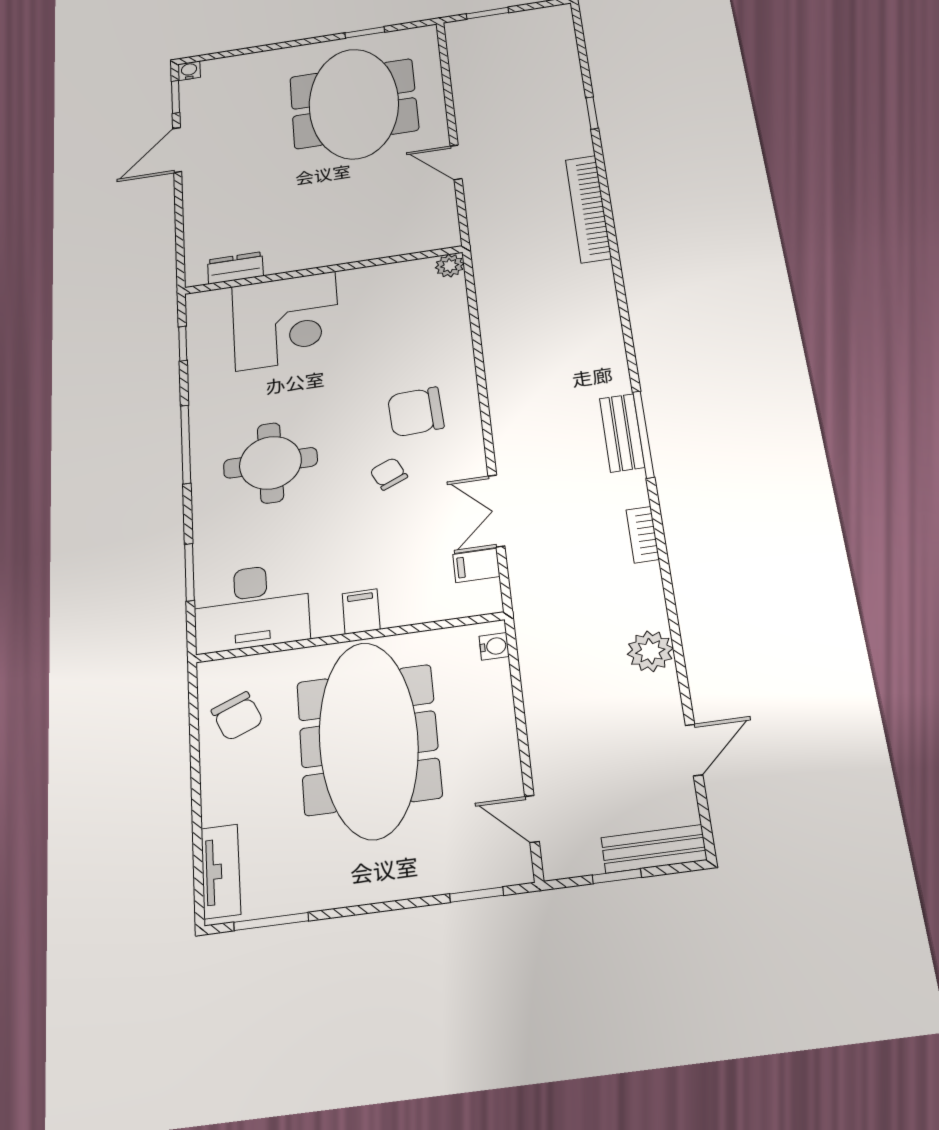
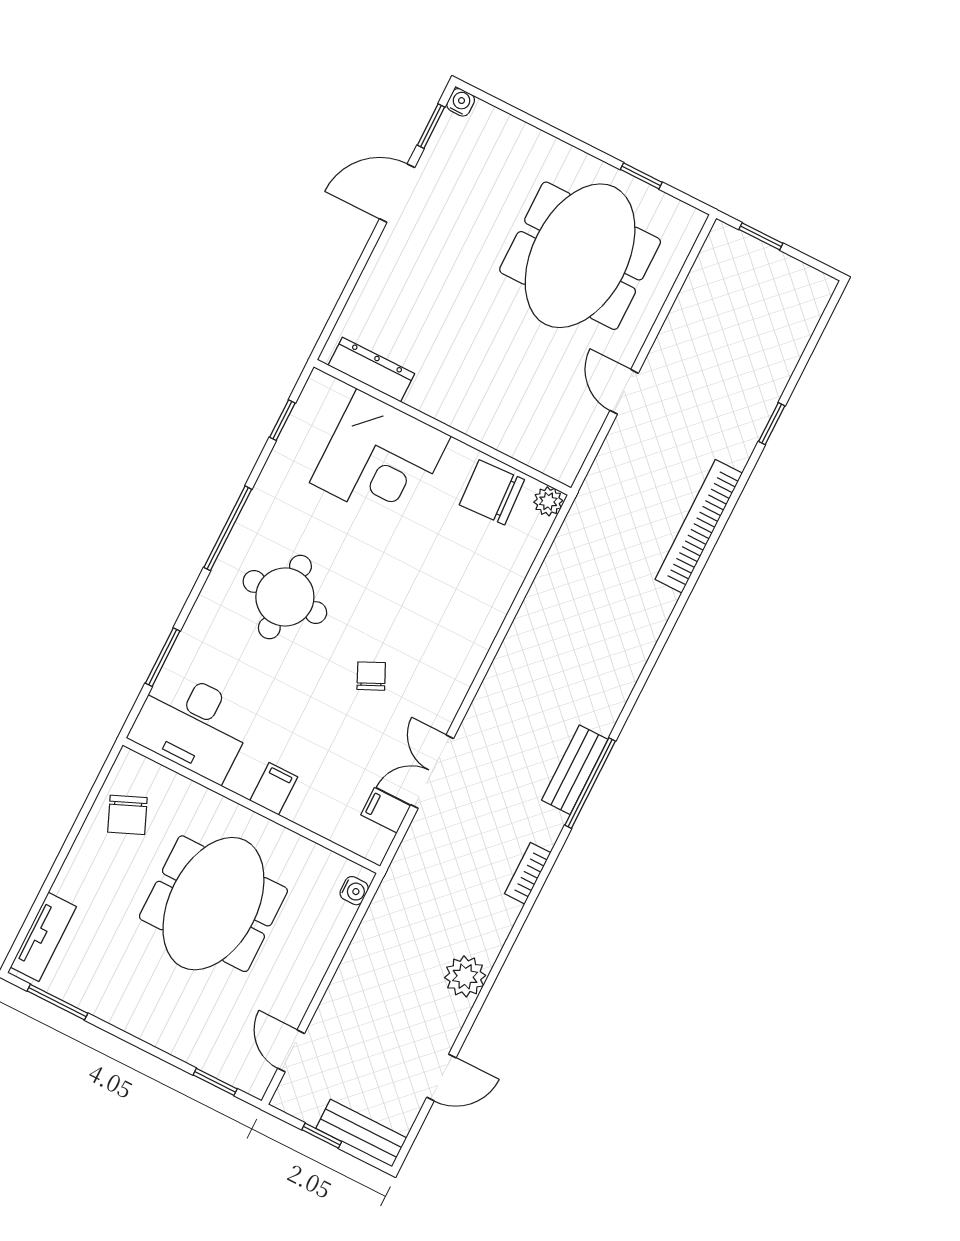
dresser: (235, 268) -> (371, 370), width x1.44
chair: (416, 412) -> (492, 492), moved
meeting table: (369, 739) -> (213, 904), width x0.73

